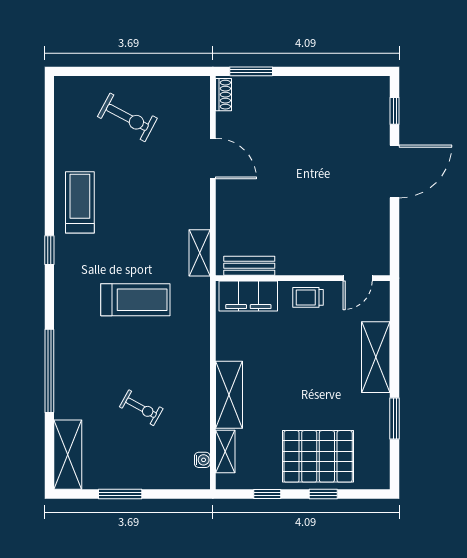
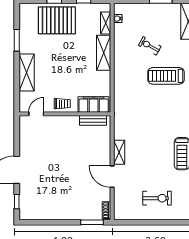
exercise bike: (127, 117) -> (157, 198), turned 152
shelving: (200, 253) -> (119, 152), moved
treadmill: (135, 300) -> (166, 76), moved

